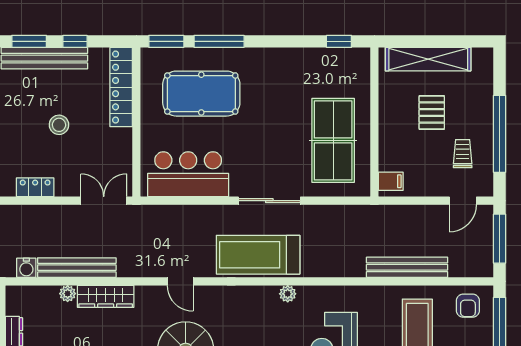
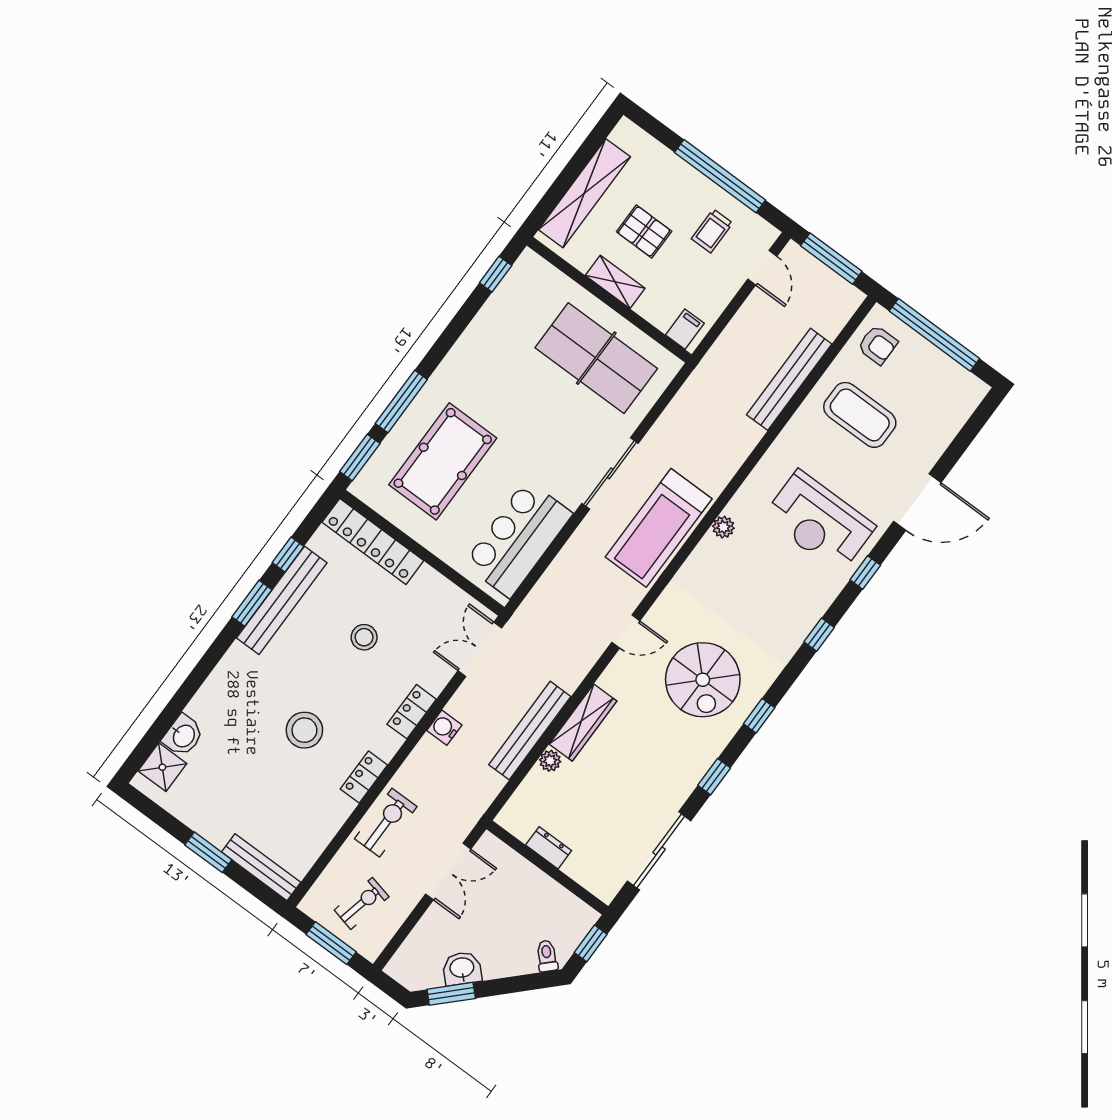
shelving: (388, 118) -> (615, 282), added
trolley: (463, 154) -> (712, 231), turned -90
water cooler: (26, 268) -> (444, 728), moved, turned 180

